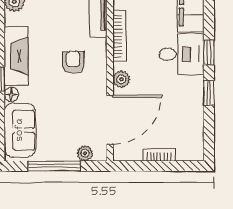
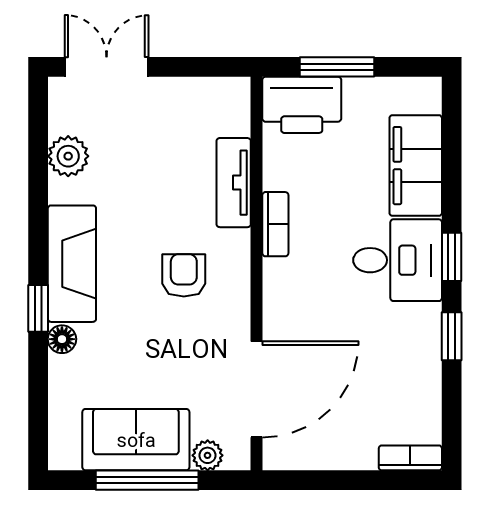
bookcase: (119, 36) -> (275, 224), width x0.64
plant: (121, 79) -> (279, 310), removed
sofa: (20, 130) -> (136, 440), moved, turned -90
bookcase: (159, 155) -> (410, 458), moved

